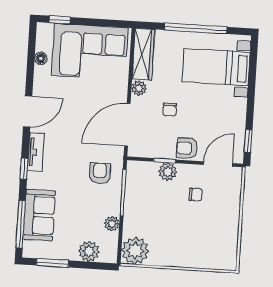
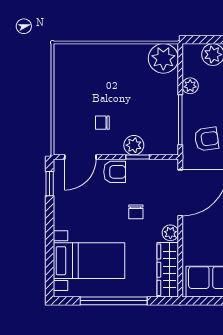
chair: (170, 110) -> (136, 212), turned 180
armchair: (100, 173) -> (207, 139), turned -98

